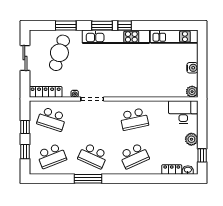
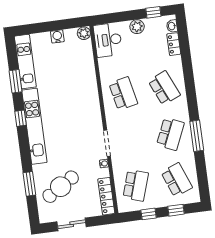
window: (102, 26) -> (16, 81), moved
cafe table: (59, 53) -> (61, 187), turned -49

